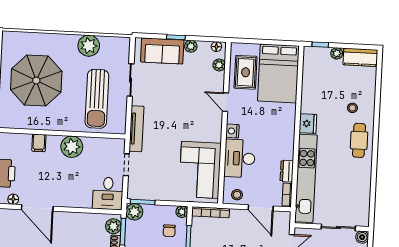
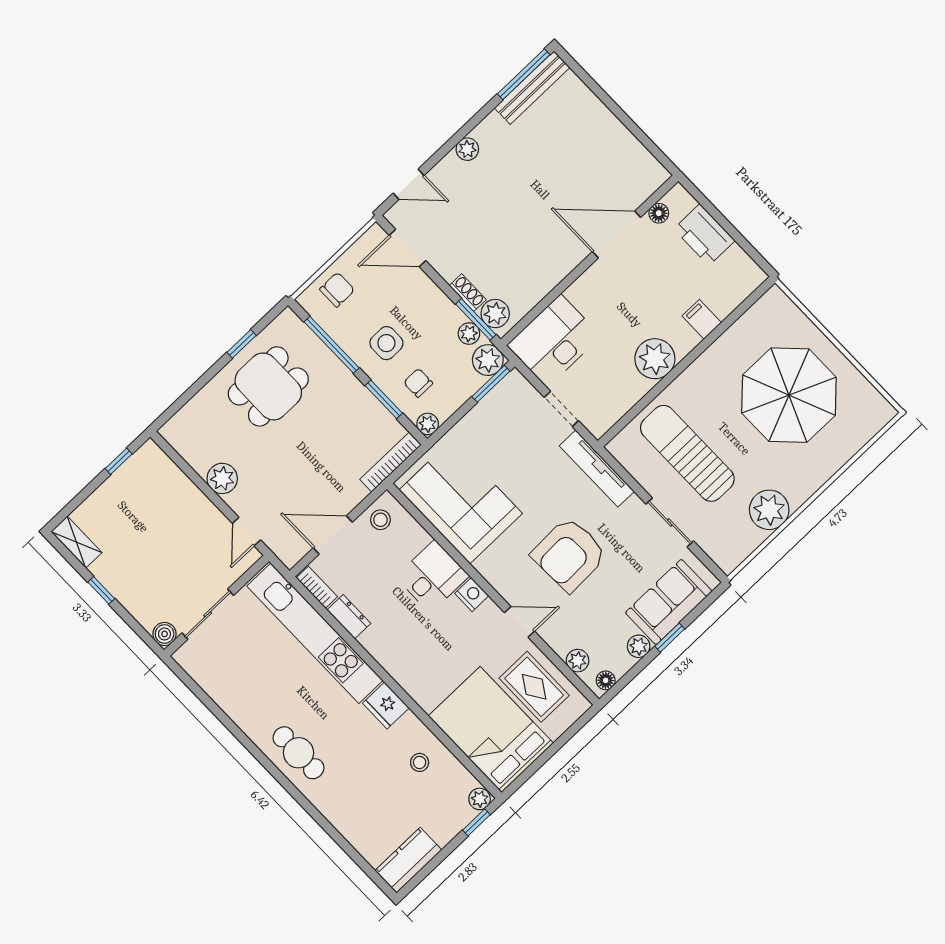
plant: (337, 53) -> (480, 799), moved
armchair: (180, 108) -> (569, 554), added
stool: (352, 108) -> (420, 762), moved
desk: (240, 158) -> (432, 576), width x0.73
desk: (108, 193) -> (554, 341), width x1.37
plant: (131, 229) -> (469, 334), added

